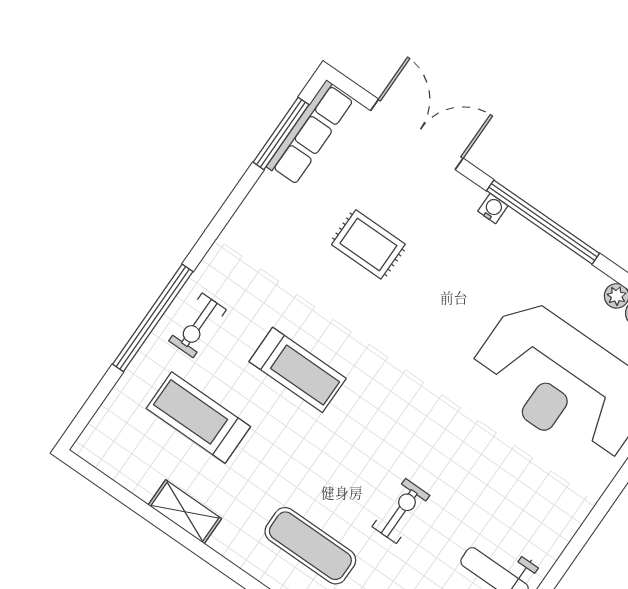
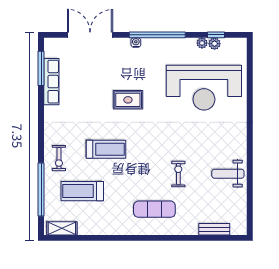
row of seats: (310, 133) -> (51, 82), moved
rug: (368, 244) -> (128, 100), moved
window: (153, 318) -> (41, 190), moved
shelving: (185, 512) -> (62, 228), moved

